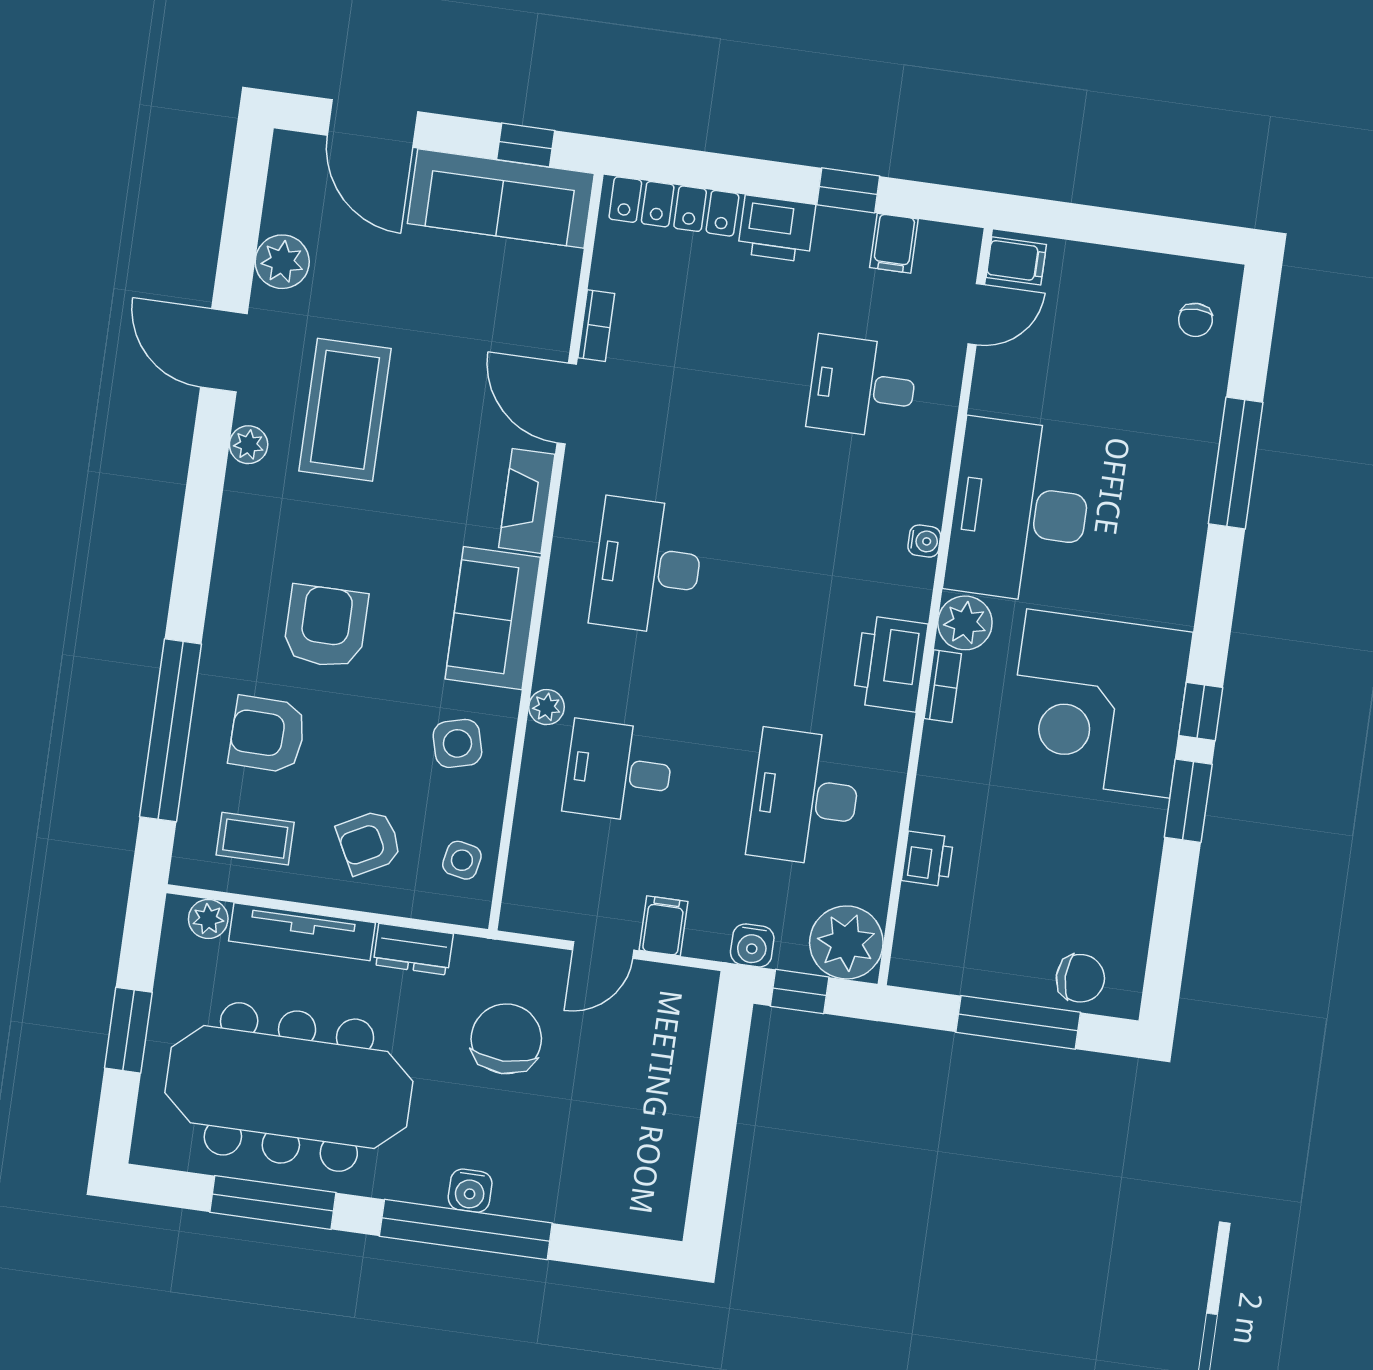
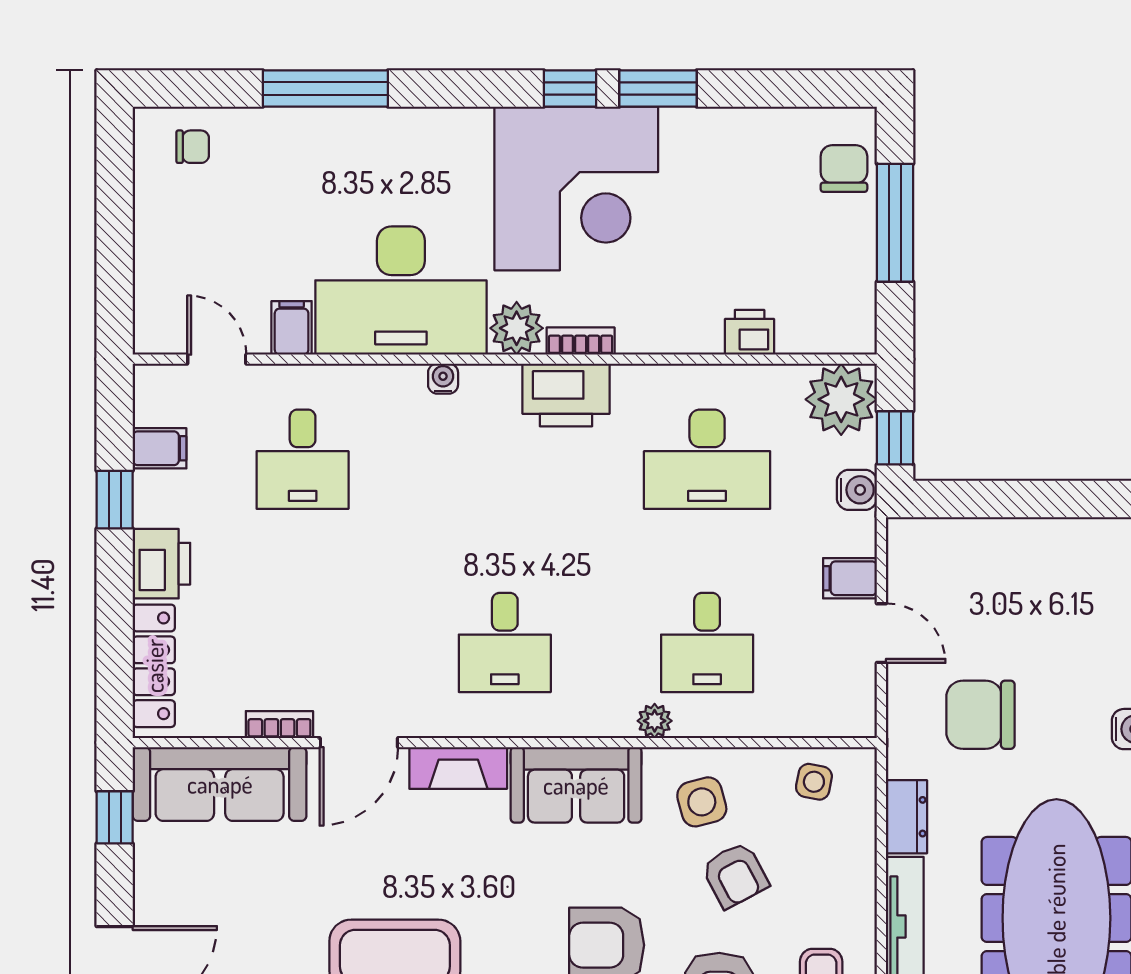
sofa: (501, 198) -> (220, 784), moved, turned 90
filing cabinet: (1016, 261) -> (292, 328), moved
desk: (647, 566) -> (505, 643), width x0.73
armchair: (369, 842) -> (735, 875), moved

